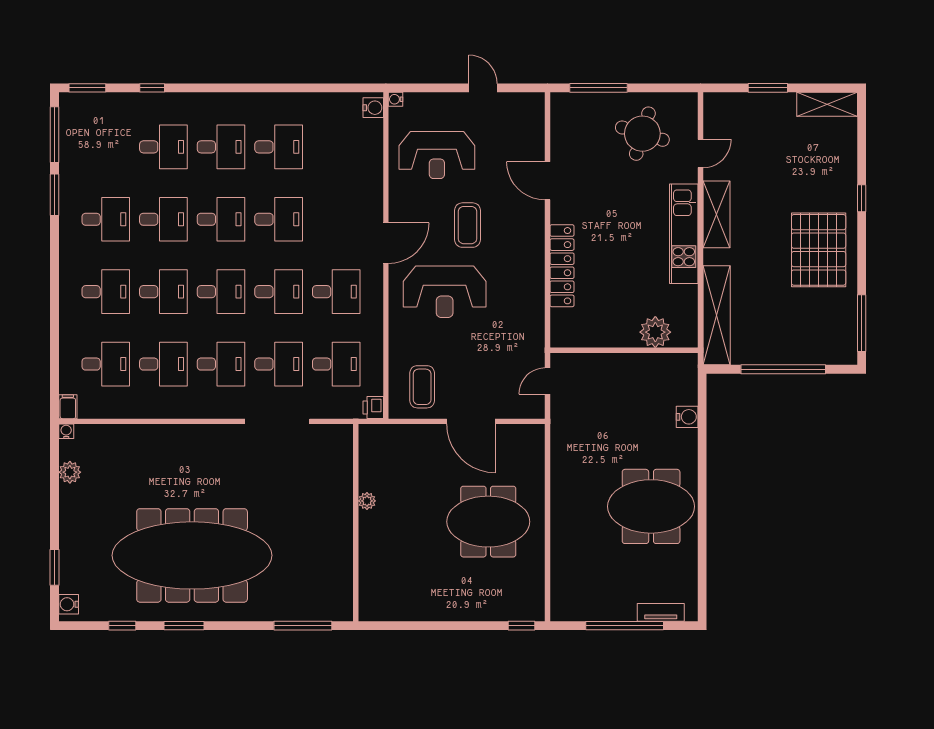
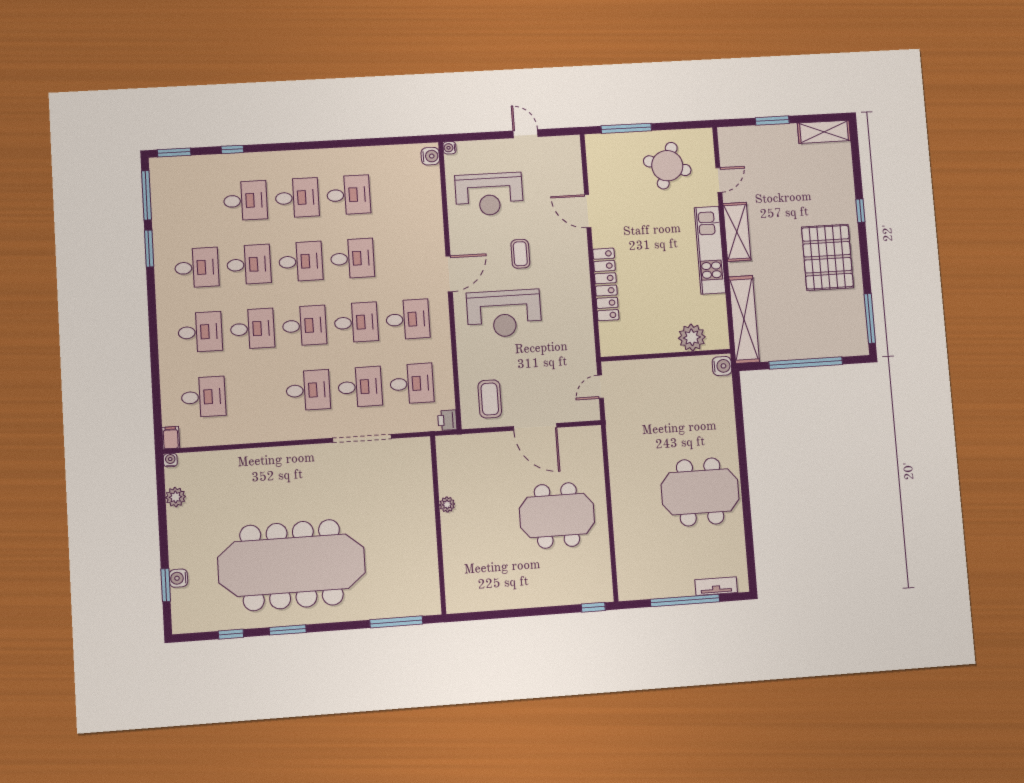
coffee table: (468, 225) -> (520, 254), width x0.73, depth x0.77
desk: (163, 364) -> (256, 394), removed
water cooler: (687, 417) -> (722, 366), moved
water cooler: (69, 604) -> (178, 578), moved

